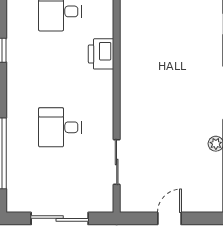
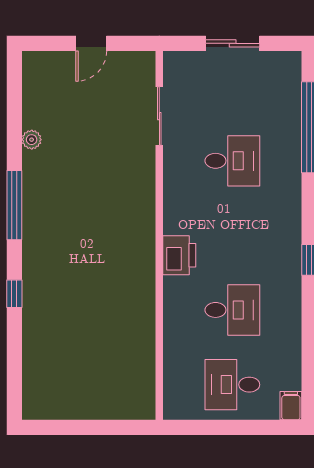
sliding door: (60, 218) -> (233, 43), width x0.73

